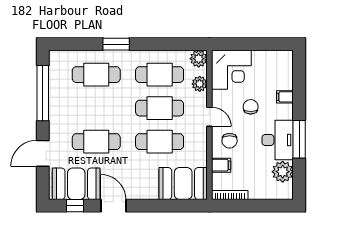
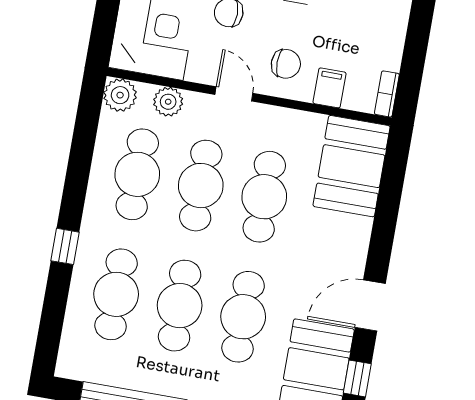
window: (116, 44) -> (65, 246), width x0.67
cafe table: (96, 108) -> (180, 306), added
door: (209, 117) -> (234, 94), hinge flipped
bookcase: (230, 195) -> (387, 94), width x0.64

